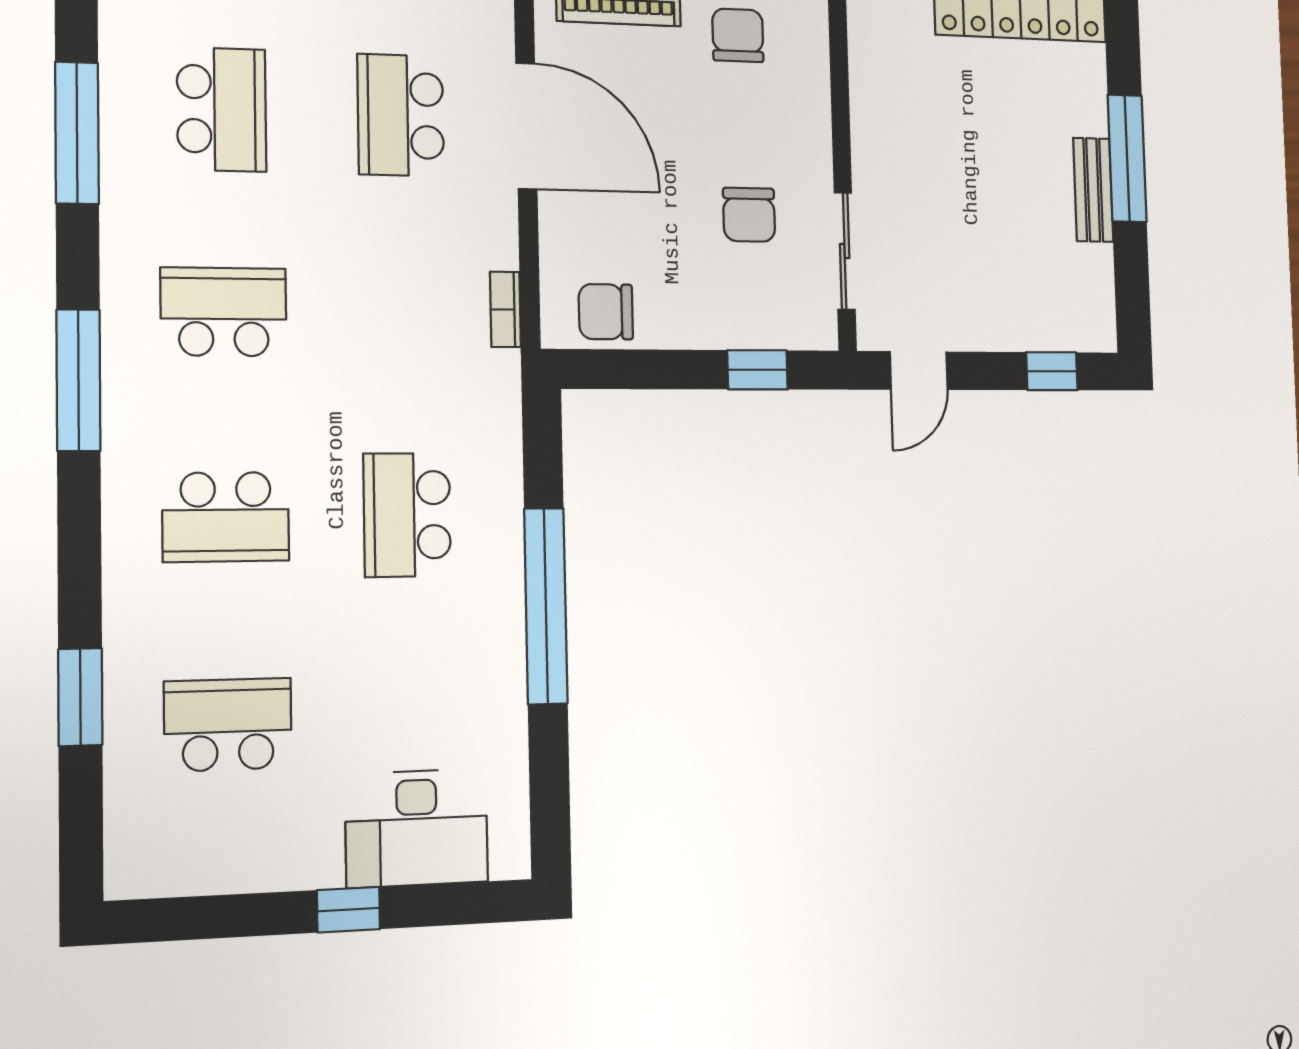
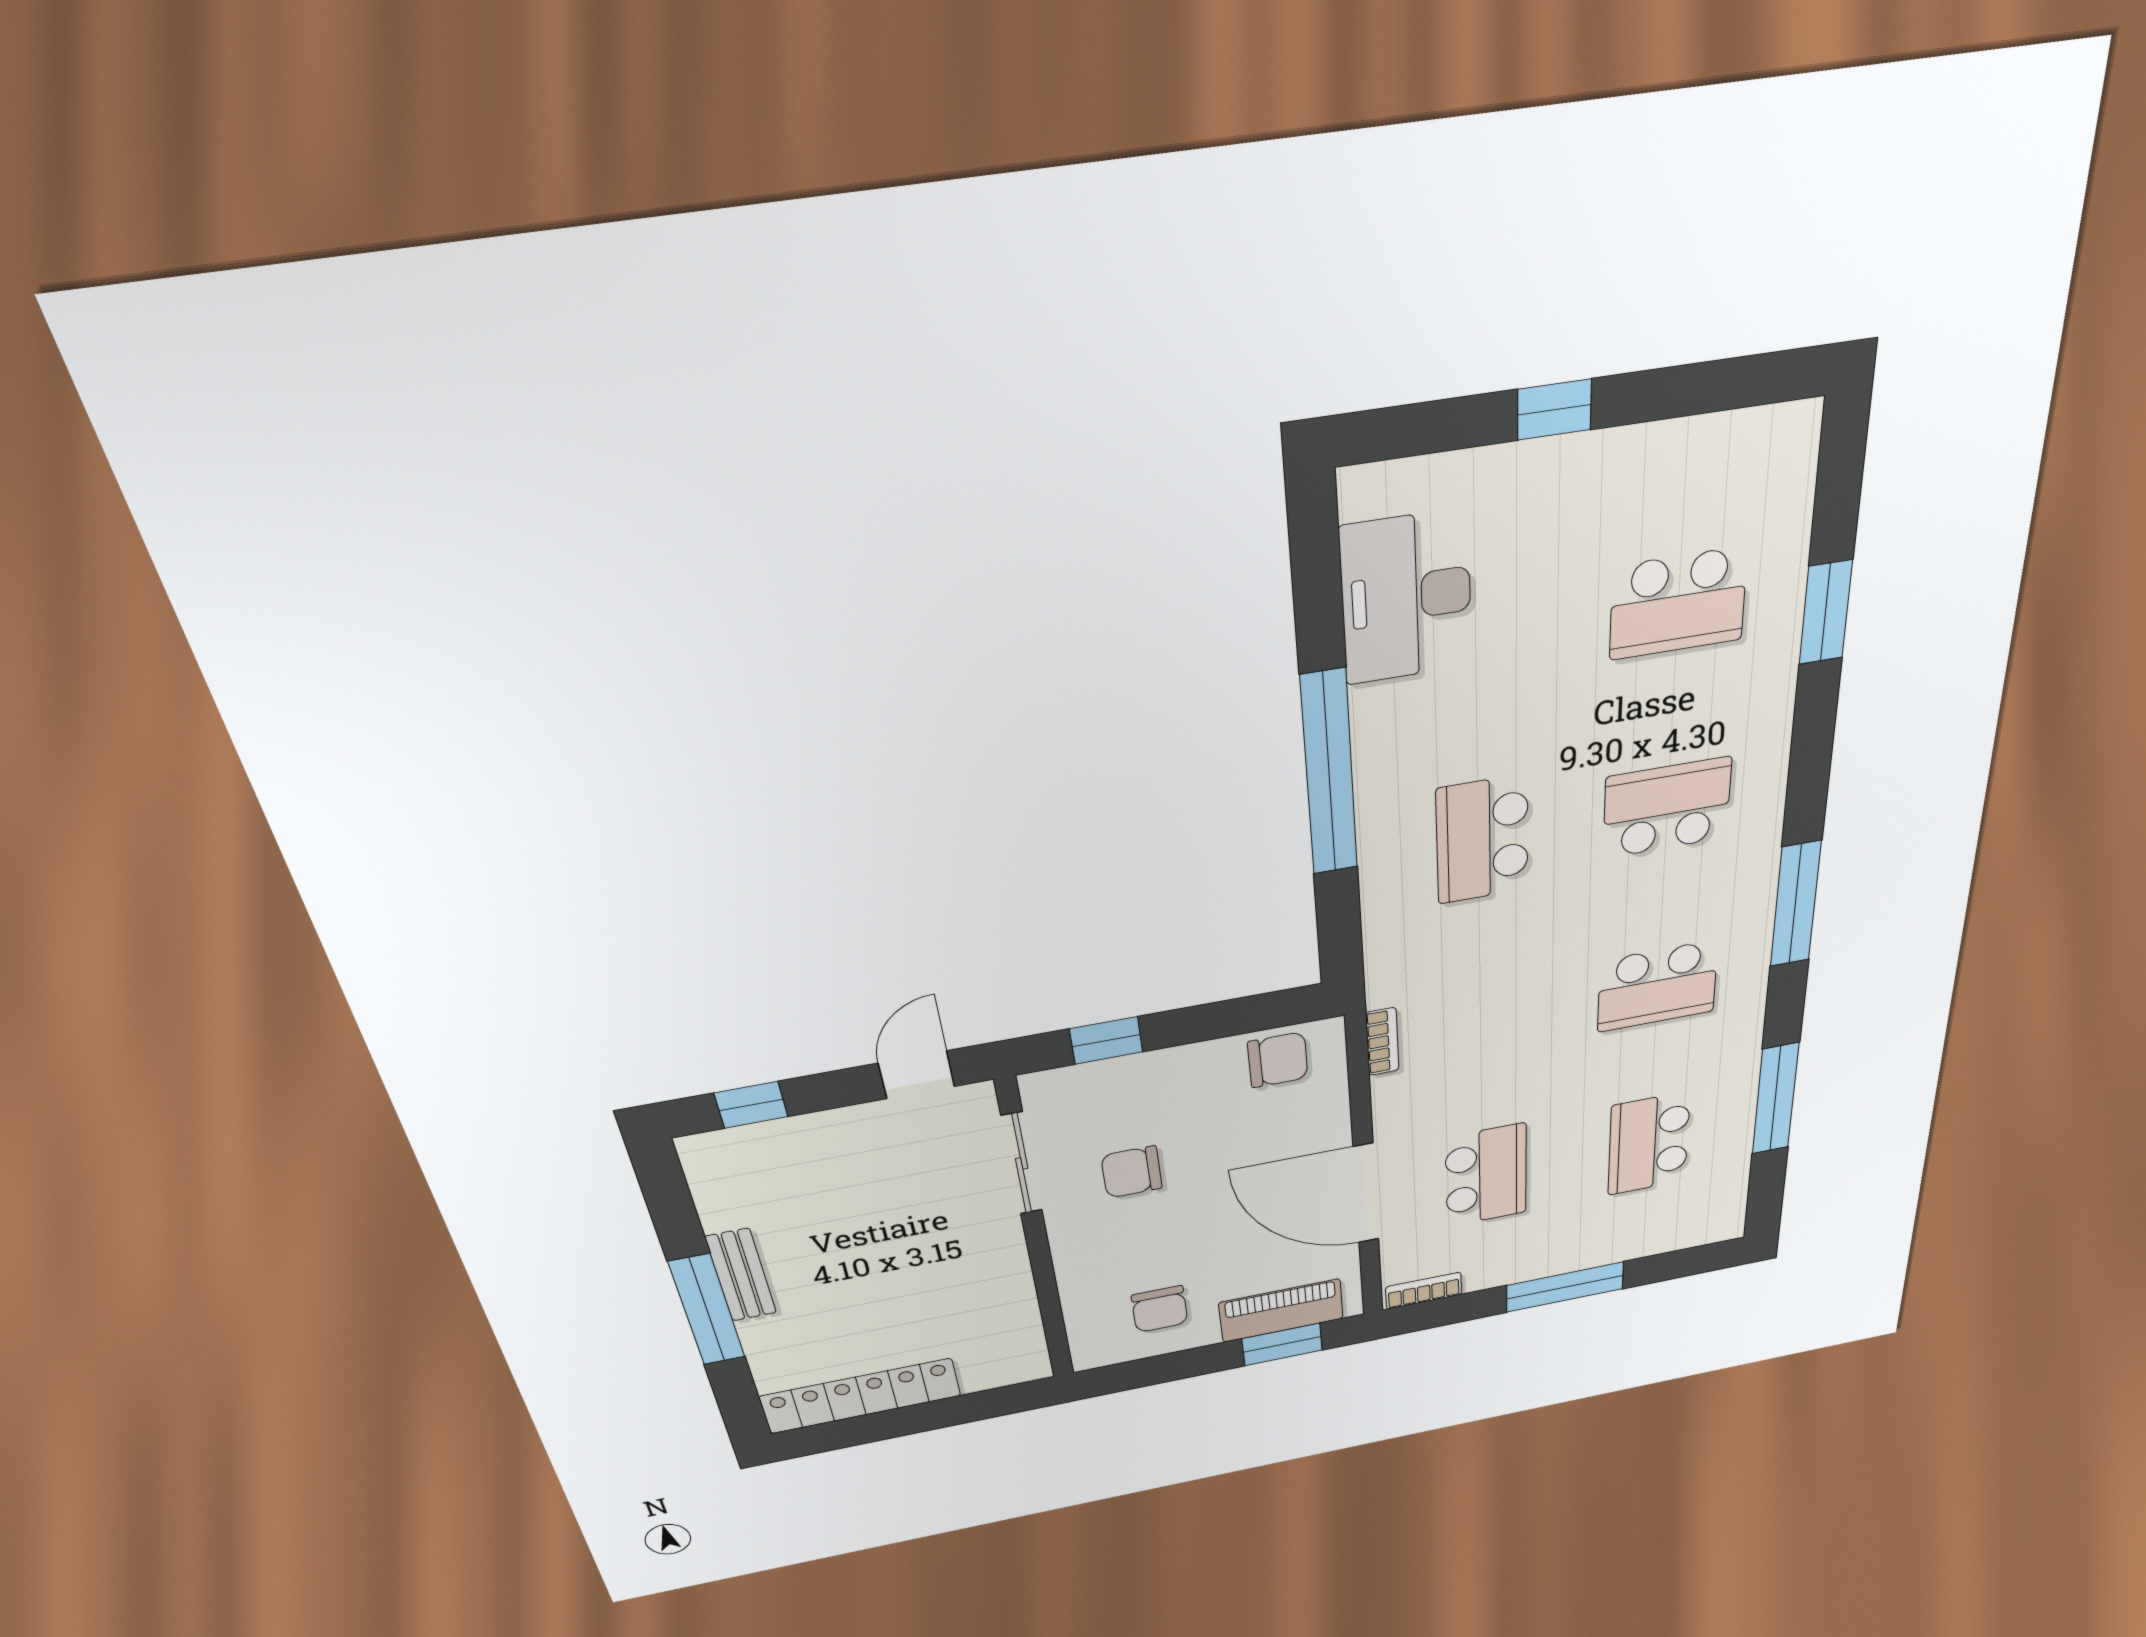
chair: (749, 215) -> (1132, 1172), turned -90
school desk: (407, 515) -> (1482, 840), turned 180
desk: (417, 828) -> (1406, 598), moved, turned -90

